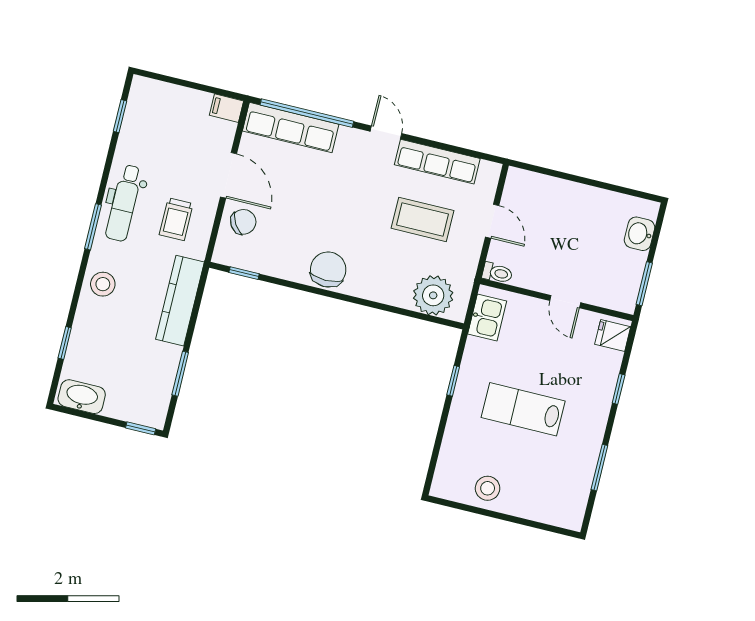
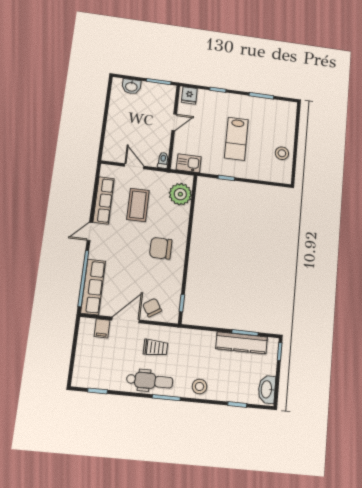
filing cabinet: (226, 108) -> (102, 328), moved
door: (492, 221) -> (134, 166), hinge flipped
chair: (328, 270) -> (161, 248), moved
kitchen counter: (180, 301) -> (242, 343), moved

